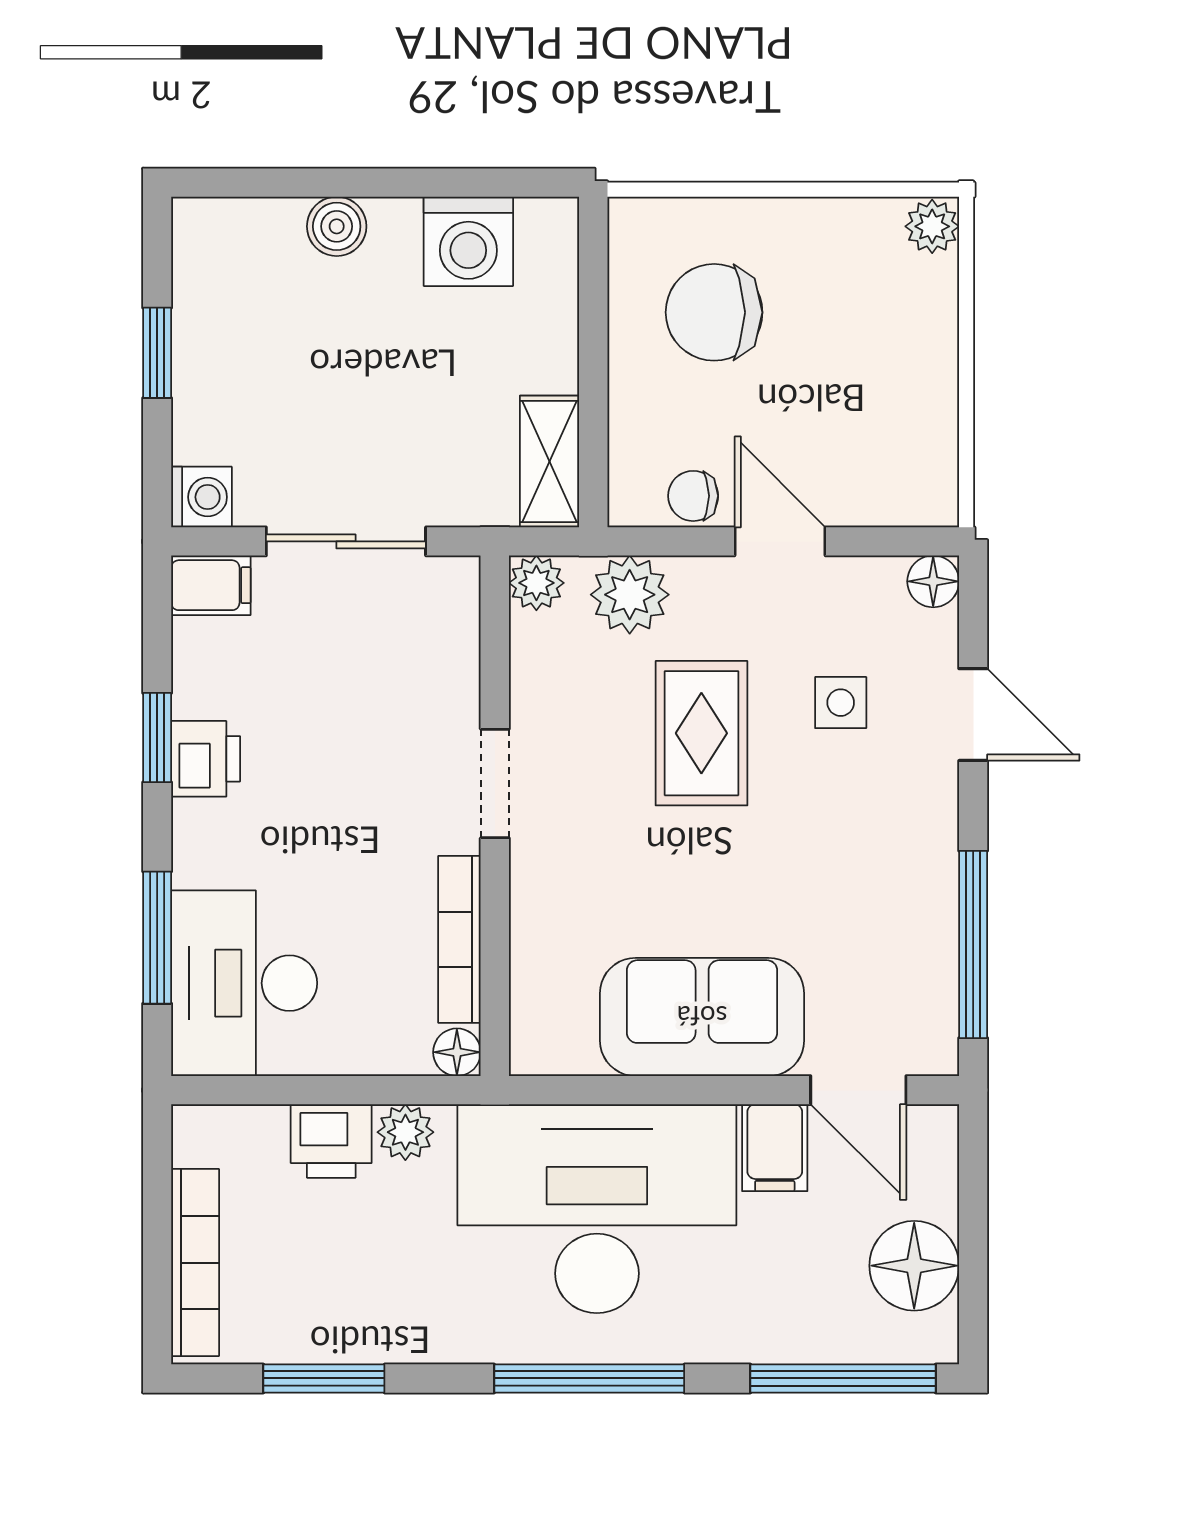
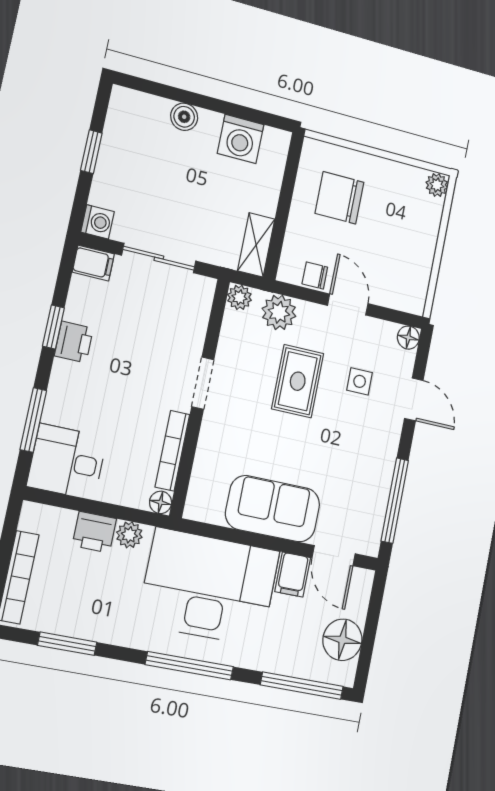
desk: (244, 983) -> (67, 462), width x0.73

